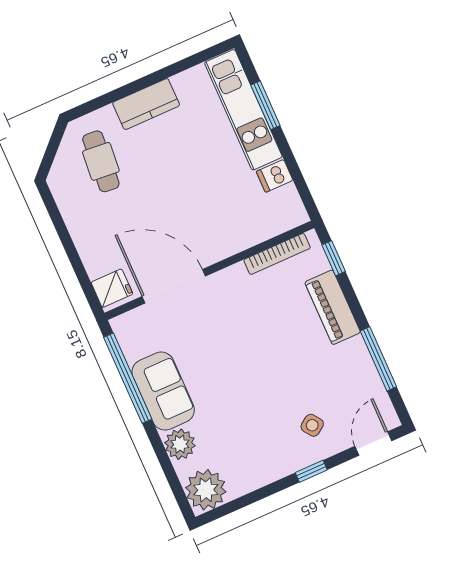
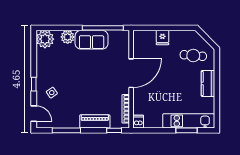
dishwasher: (275, 176) -> (138, 122), moved
door: (174, 286) -> (131, 73), moved
fridge: (112, 288) -> (162, 38), moved

